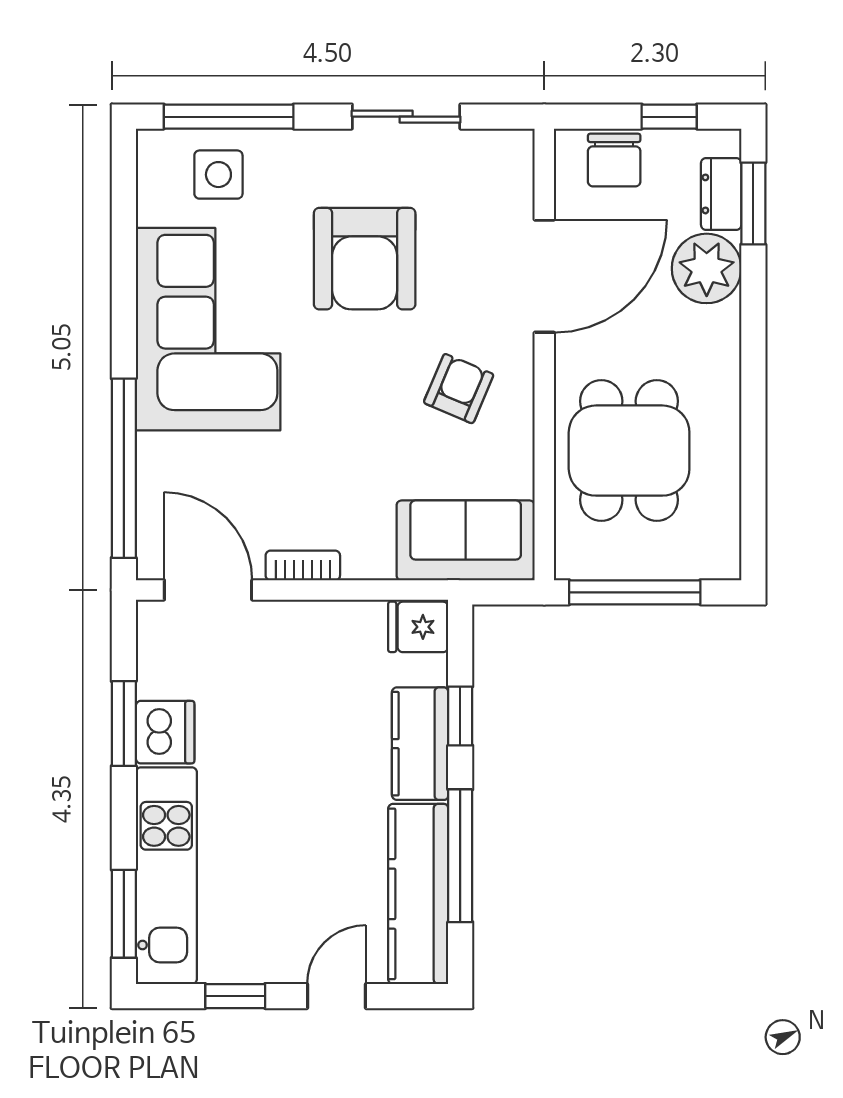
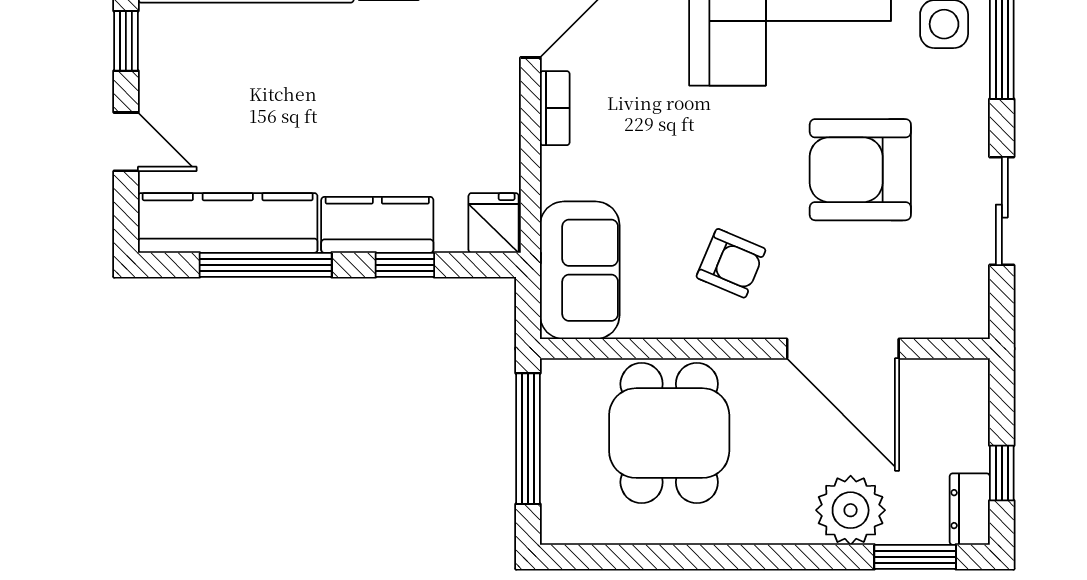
chair: (614, 160) -> (959, 418), removed
dresser: (721, 194) -> (970, 509), moved, turned -90
dining table: (629, 451) -> (669, 433), turned 90

